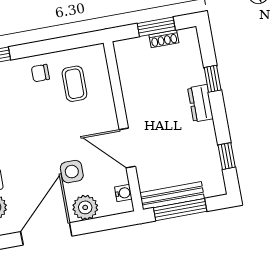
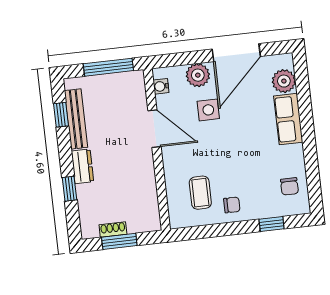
bench: (172, 196) -> (76, 119), moved, turned 90

